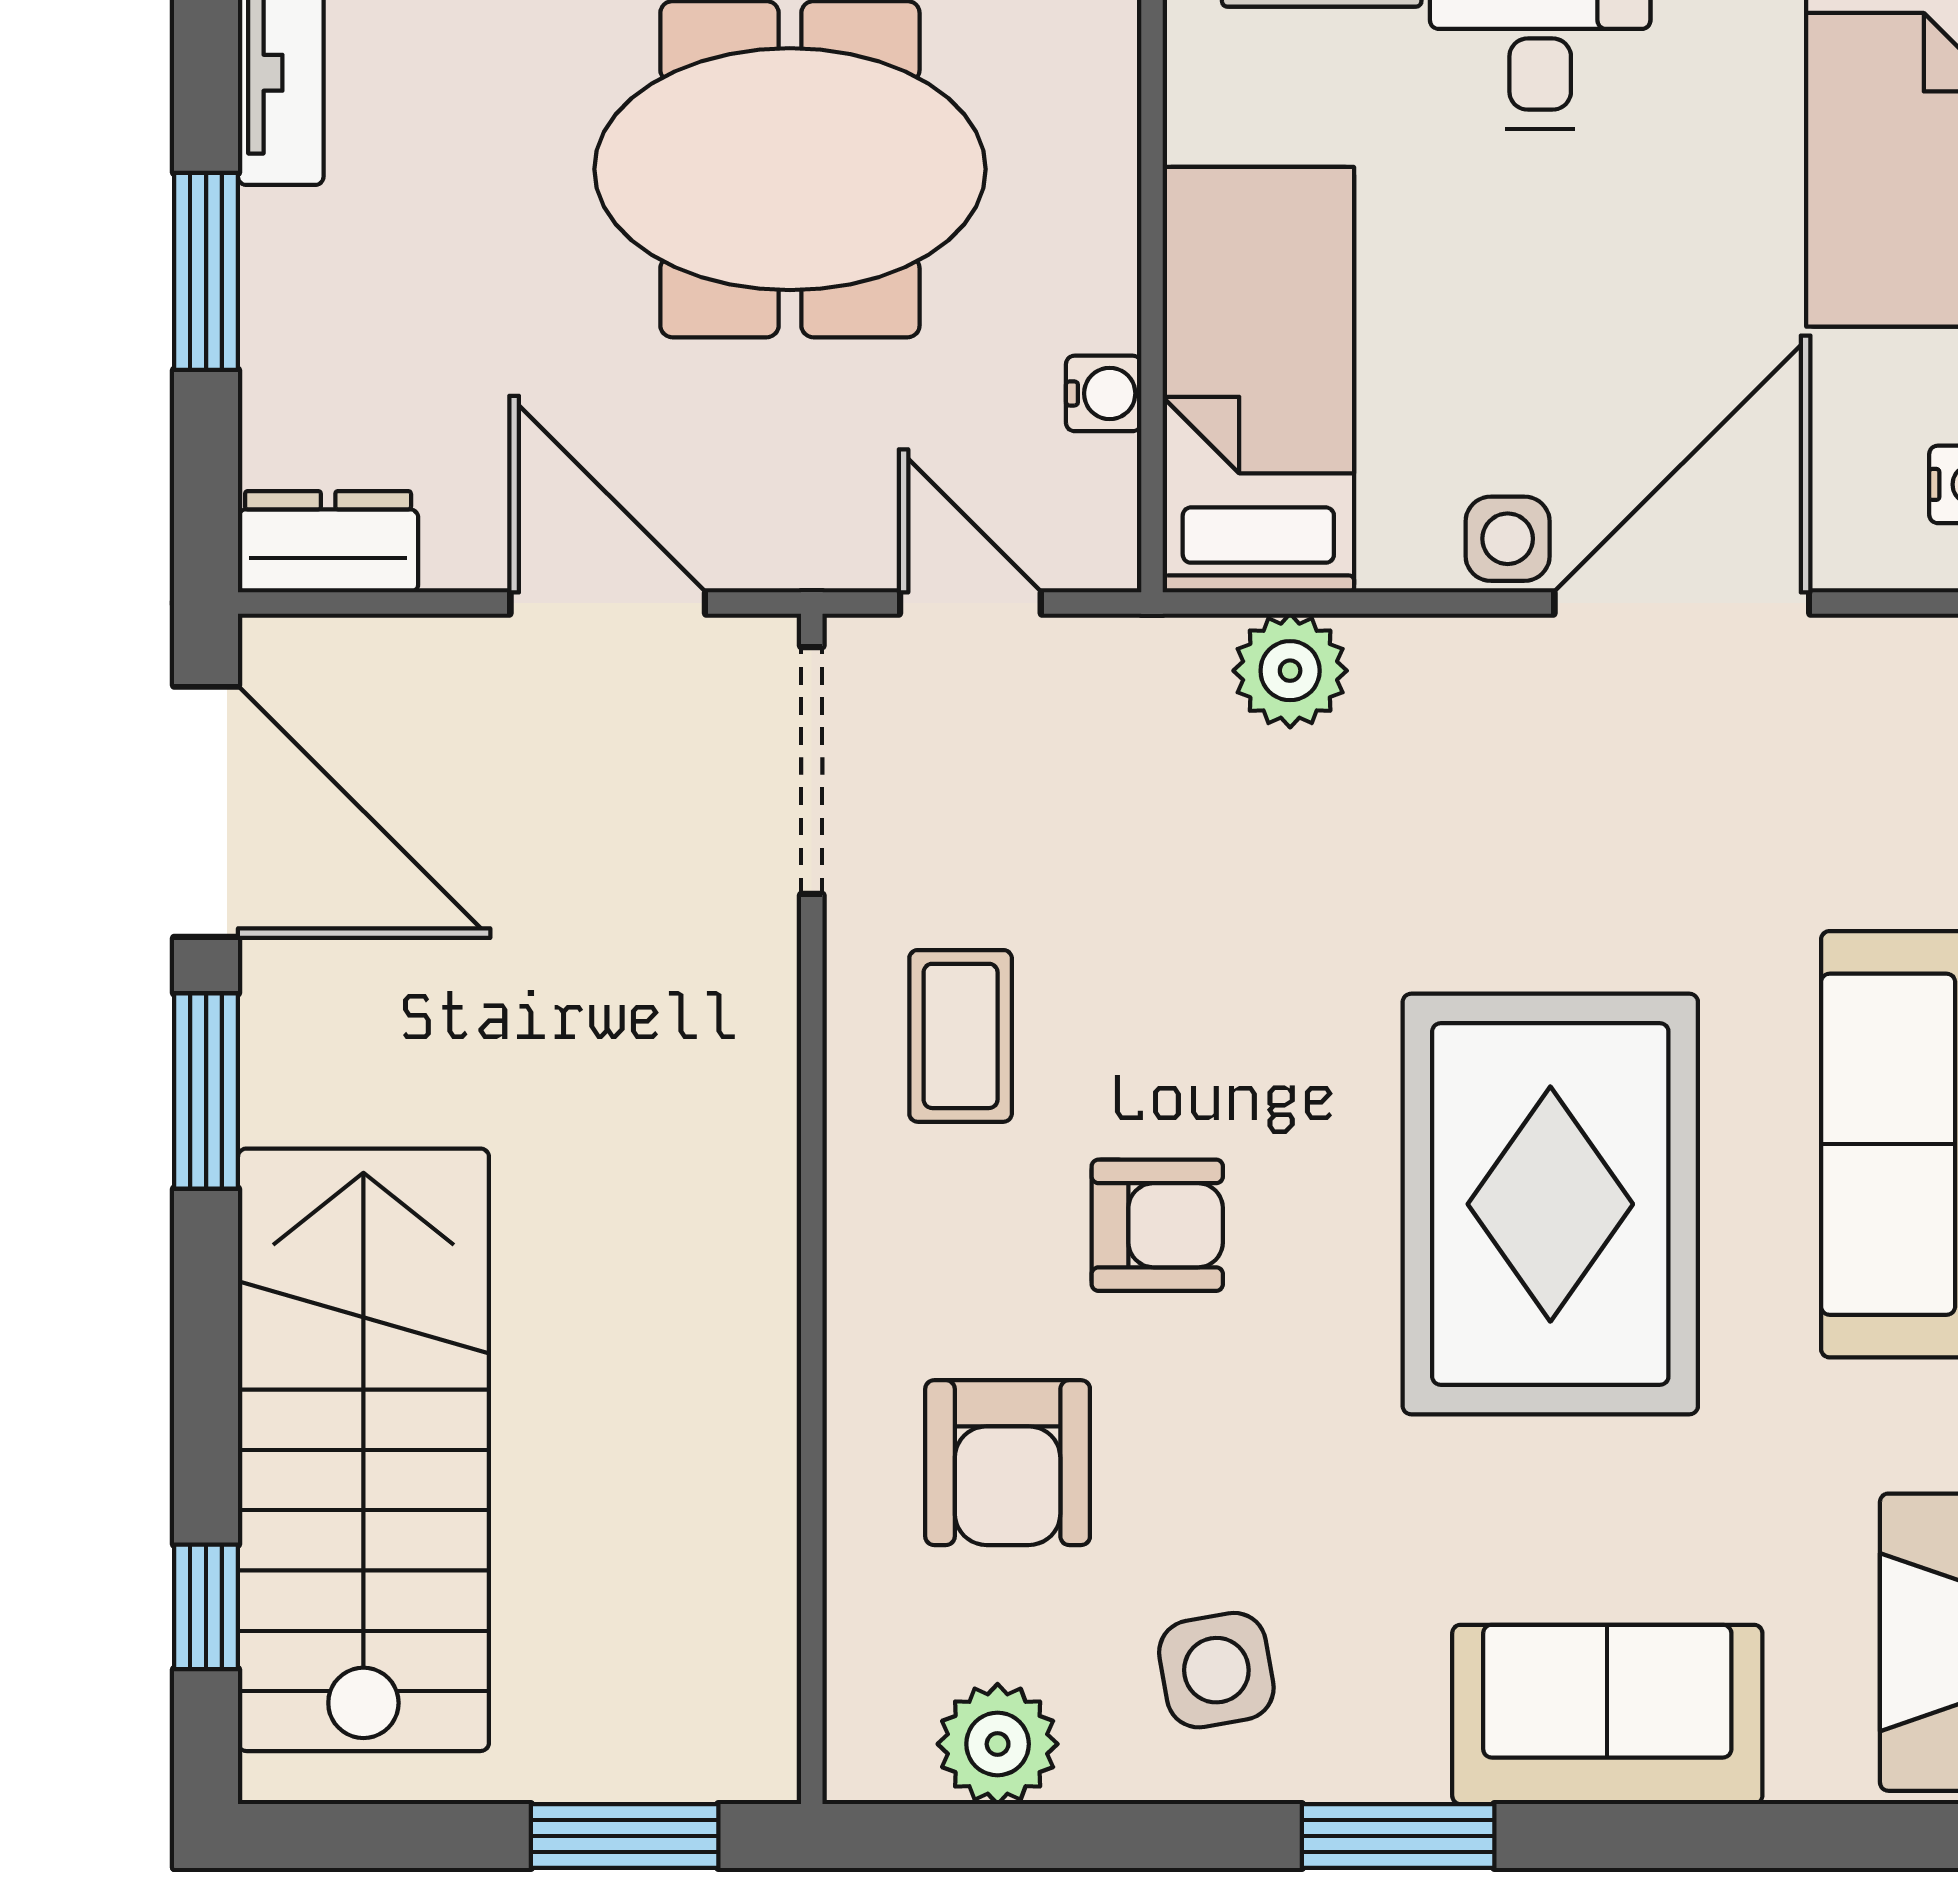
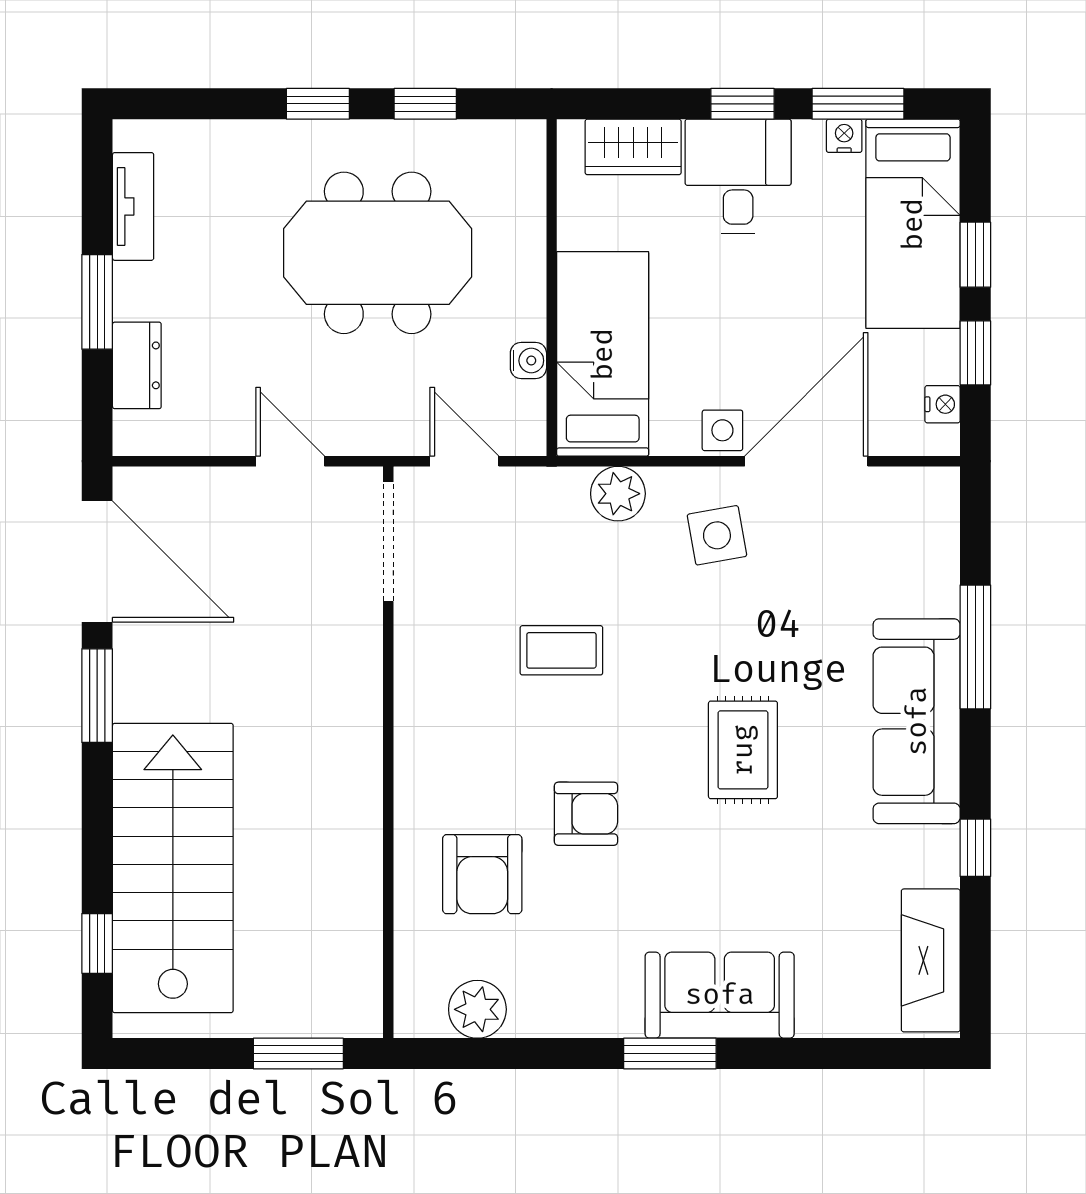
dresser: (328, 542) -> (137, 365), moved, turned 90
door: (608, 603) -> (290, 461), width x0.73
coffee table: (961, 1036) -> (561, 650), moved, turned 90
rug: (1550, 1204) -> (743, 750), width x0.54, depth x0.49
armchair: (1157, 1225) -> (586, 814), moved
side table: (1216, 1670) -> (717, 535), moved
sofa: (1607, 1714) -> (720, 995), moved

